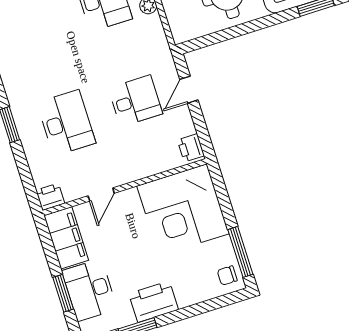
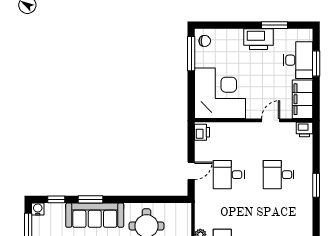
desk: (66, 123) -> (279, 175), width x0.73

